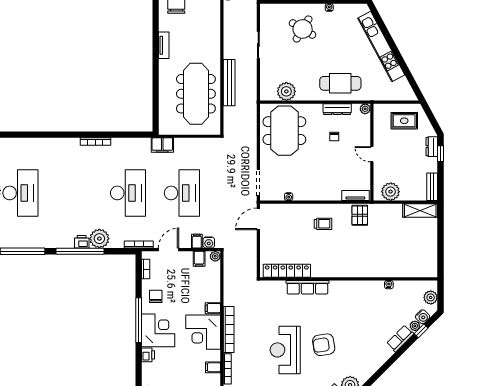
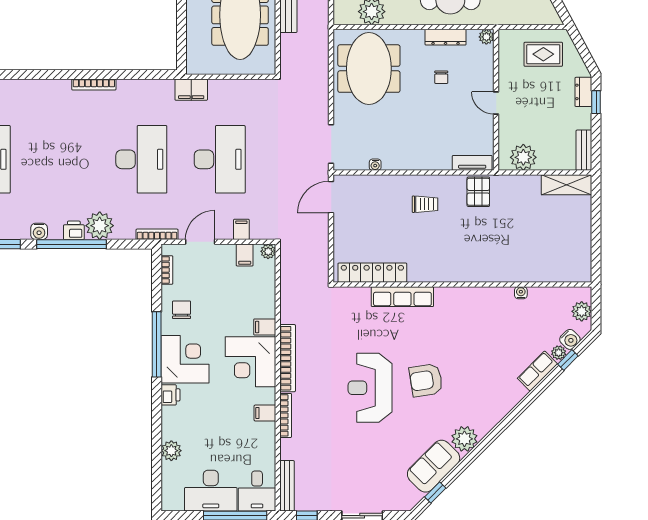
water cooler: (209, 243) -> (39, 231), moved

